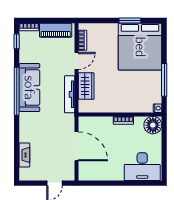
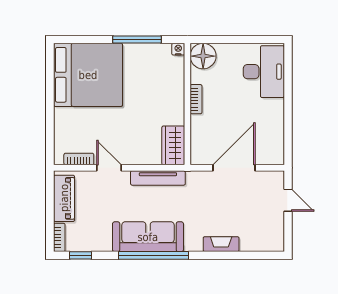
window: (130, 21) -> (50, 90), removed
wardrobe: (86, 86) -> (173, 145), moved, turned -90
fireplace: (24, 155) -> (221, 244), moved

